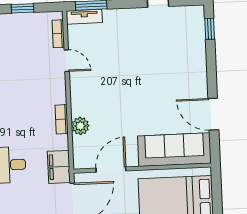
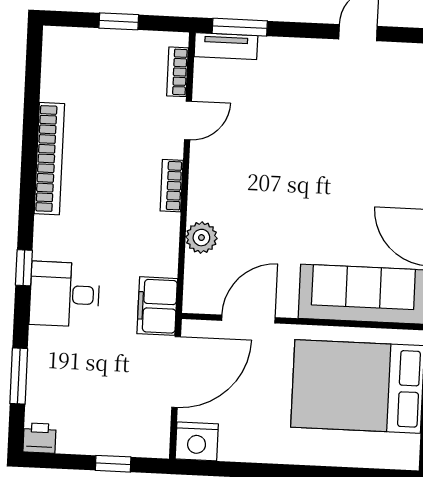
door: (67, 61) -> (188, 120), hinge flipped
bookcase: (62, 119) -> (172, 186), moved

